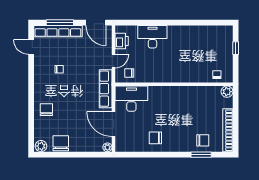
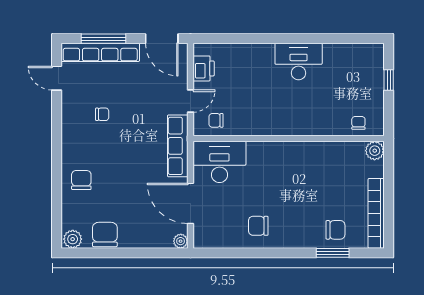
desk: (152, 37) -> (299, 62), moved

